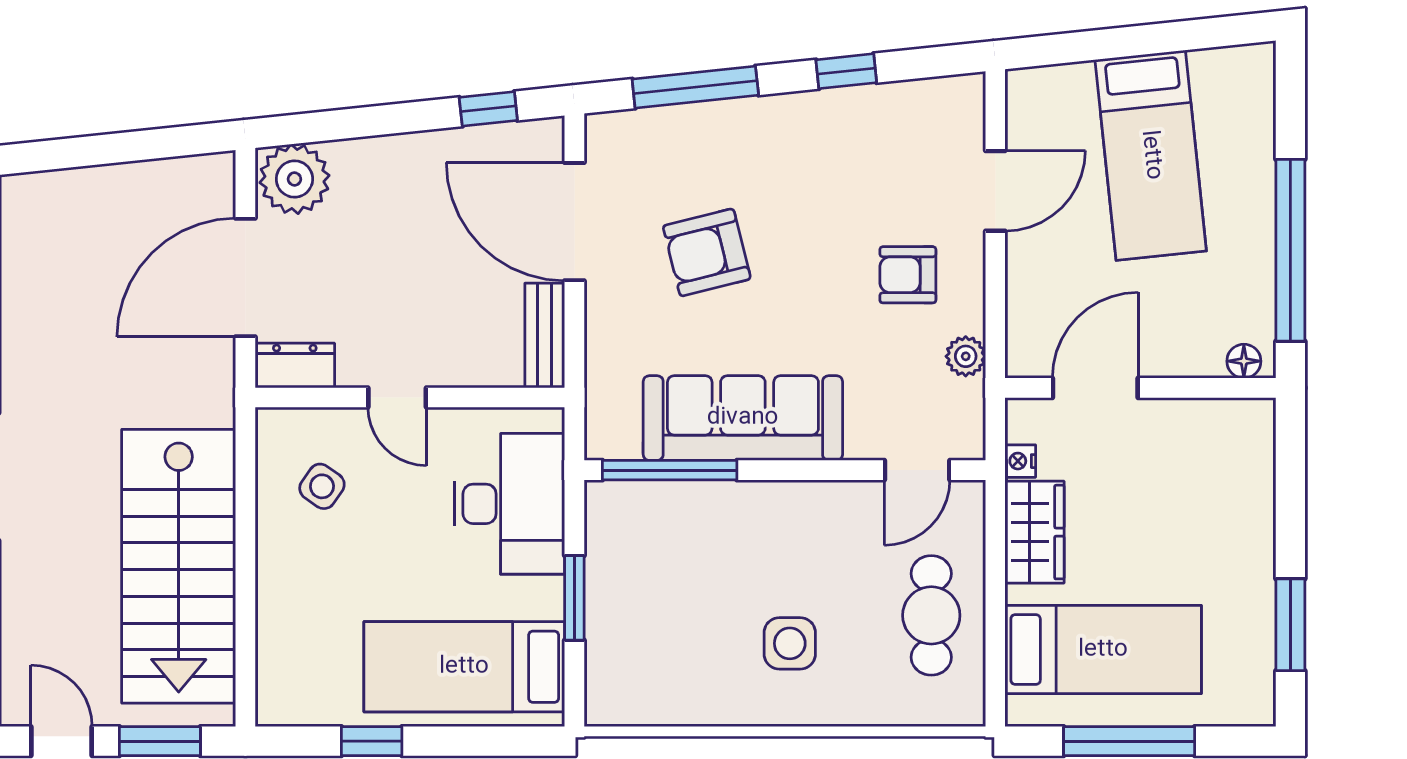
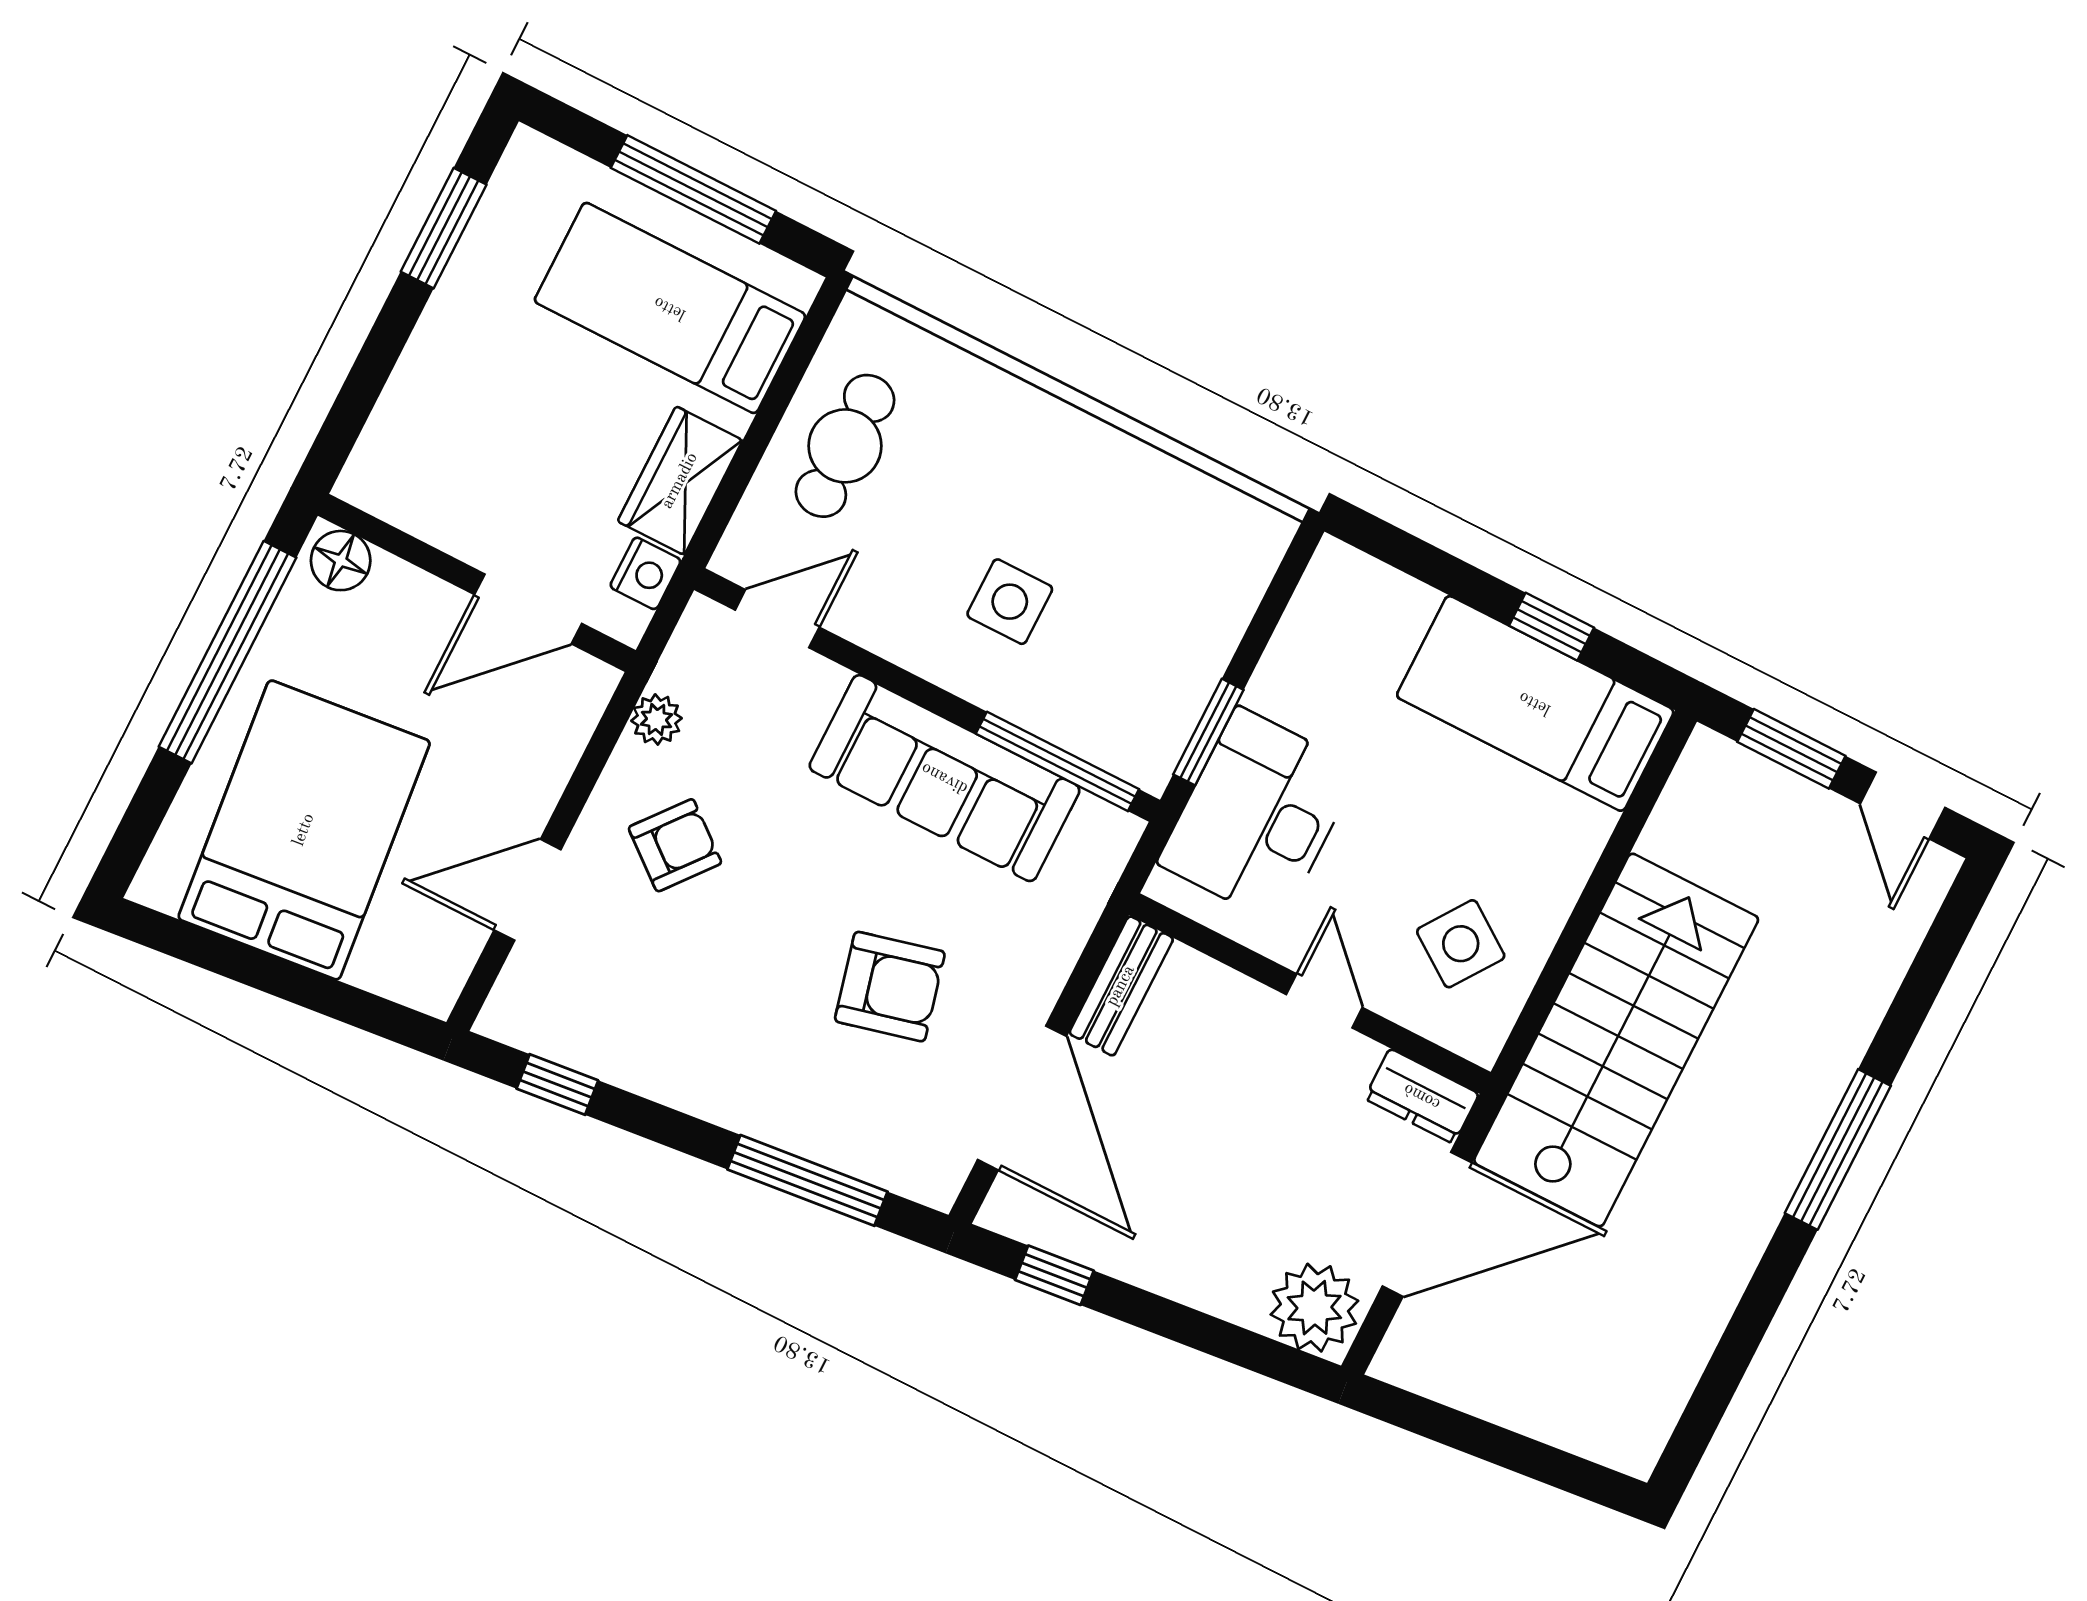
window: (846, 71) -> (557, 1084), moved
bed: (1151, 155) -> (304, 830), width x1.50
armchair: (908, 275) -> (675, 845), turned -51
floor lamp: (1244, 361) -> (341, 561), width x1.37, depth x1.37
nightstand: (1020, 461) -> (645, 573), width x1.39, depth x1.35
side table: (322, 486) -> (1461, 944), width x1.37, depth x1.37
stairs: (179, 566) -> (1616, 1040), moved
window: (574, 598) -> (1208, 732), moved
side table: (790, 643) -> (1010, 602), moved
bed: (464, 667) -> (1535, 703), moved, turned 180

